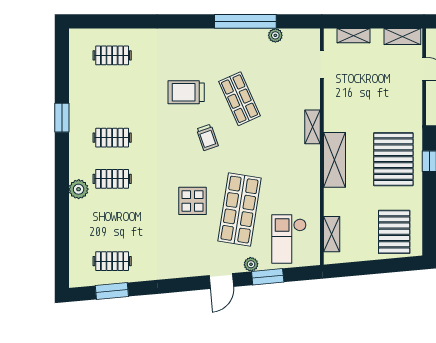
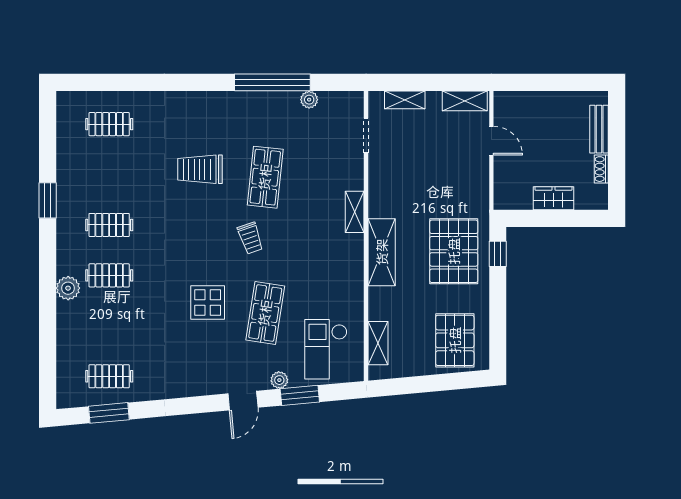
shop shelf: (239, 99) -> (265, 177), turned 30
trolley: (207, 137) -> (250, 238), moved
shop shelf: (239, 210) -> (265, 313), width x0.70, depth x0.74

